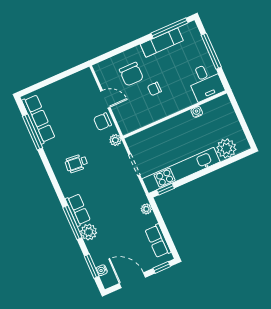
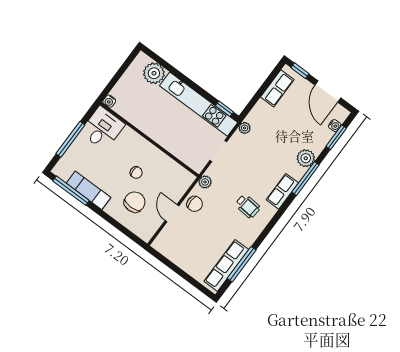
water cooler: (197, 112) -> (109, 101), moved
plant: (146, 209) -> (245, 128), moved
row of seats: (78, 210) -> (282, 191), moved

